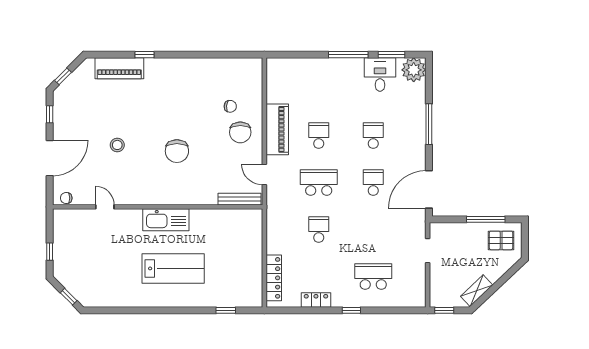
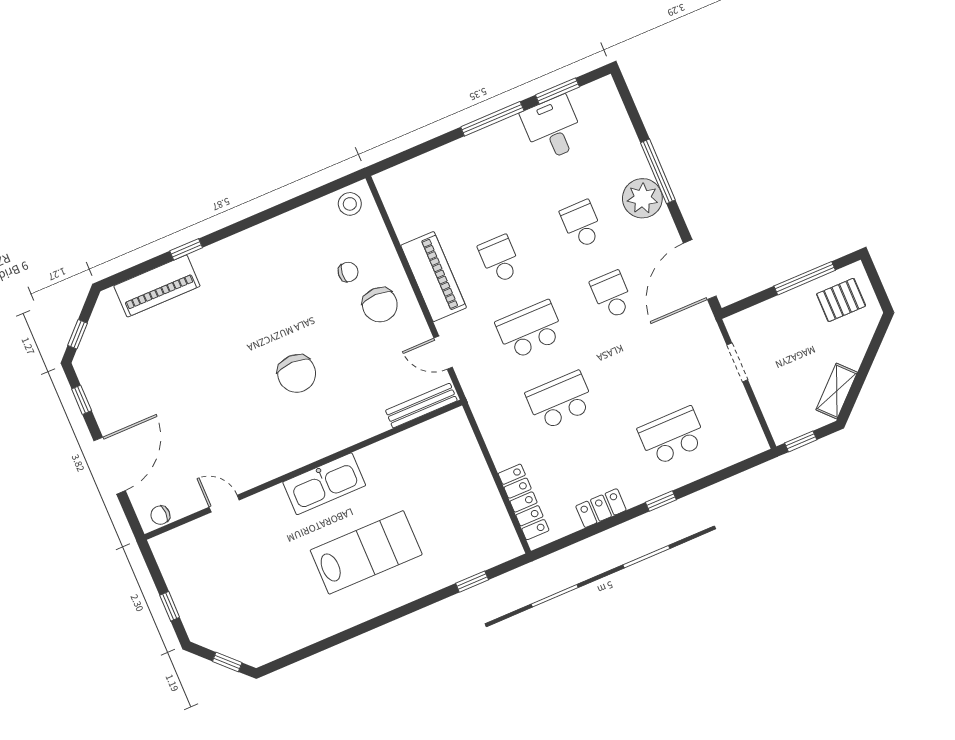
plant: (414, 70) -> (642, 198), moved
stool: (117, 145) -> (350, 204), moved
school desk: (319, 229) -> (560, 400), width x1.85

